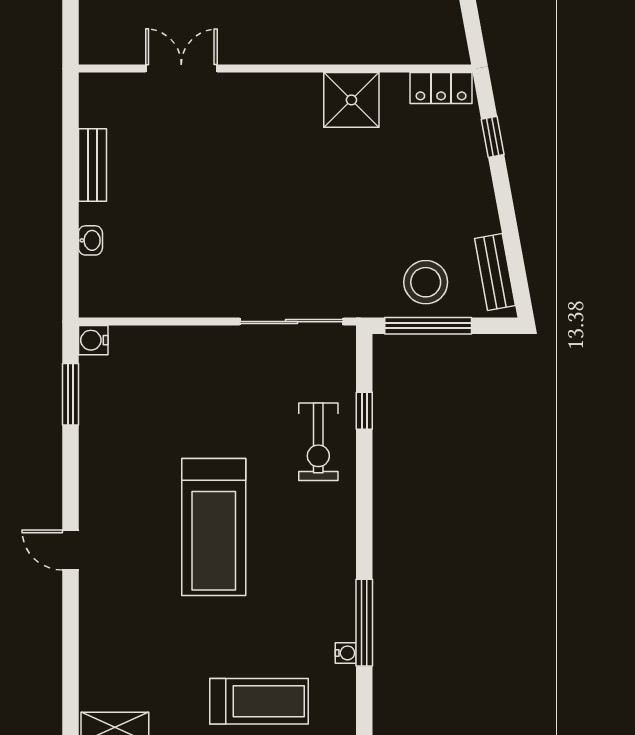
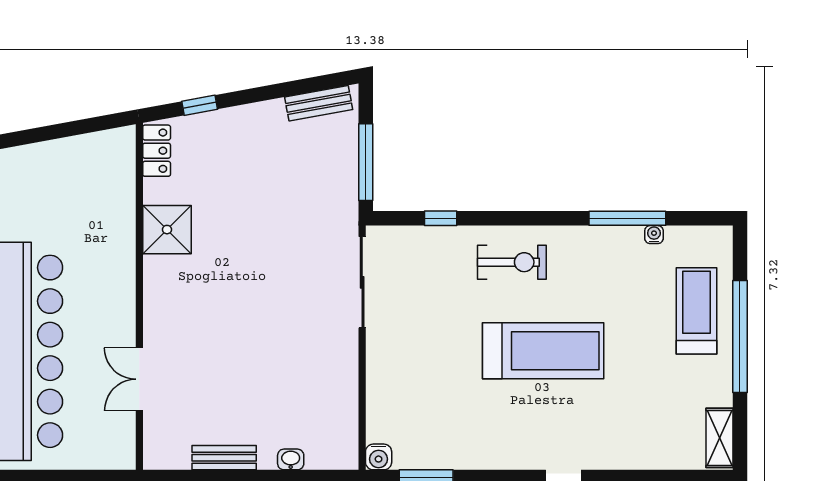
stool: (426, 282) -> (327, 164), removed
exercise bike: (318, 442) -> (512, 262), moved

